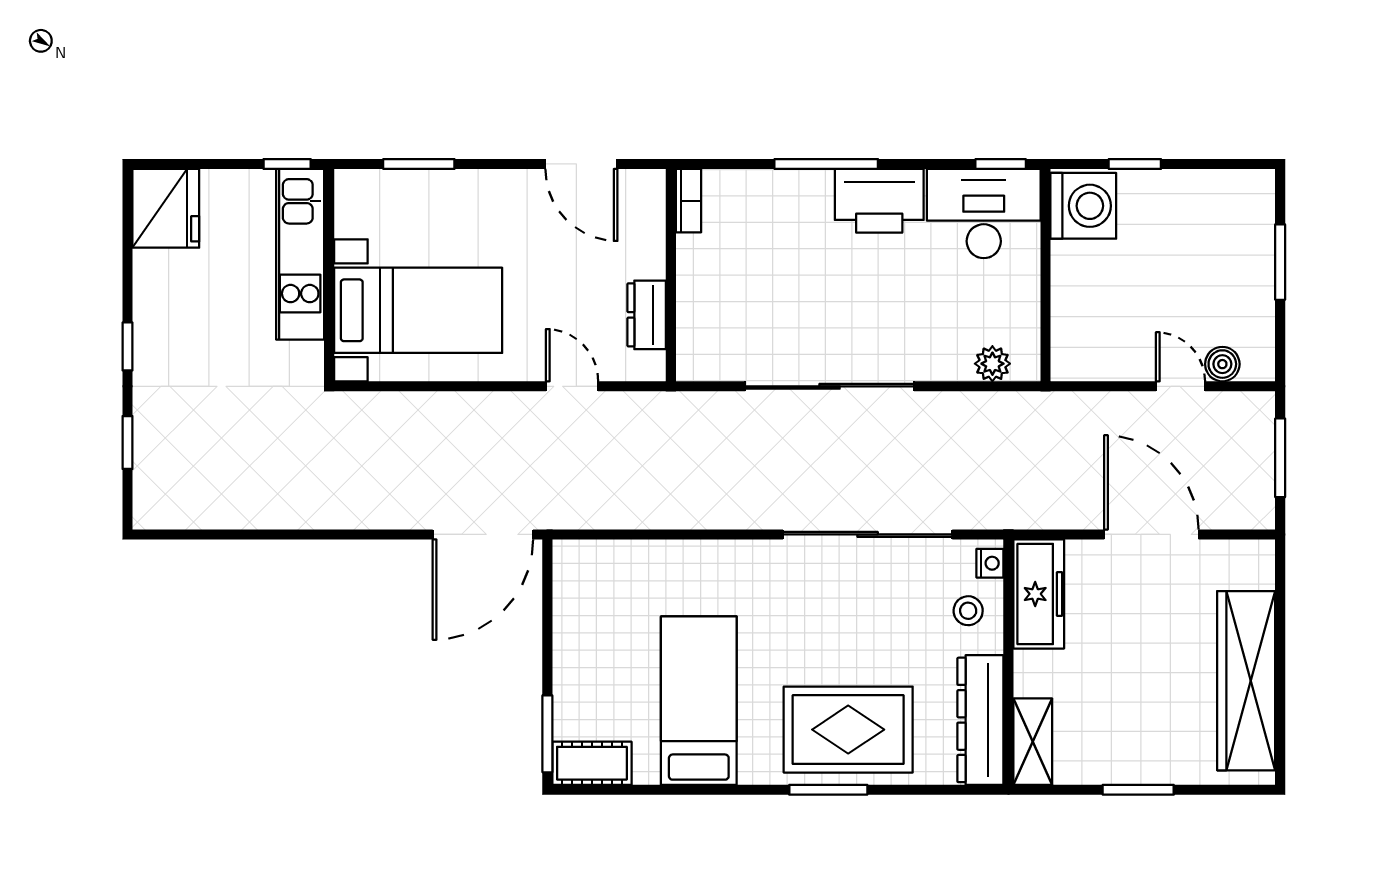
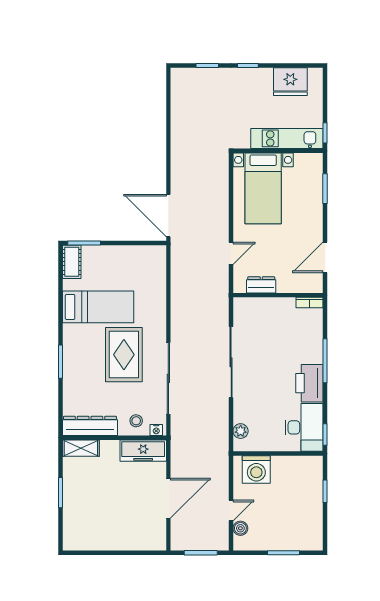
washing machine: (1083, 206) -> (256, 469), moved
fridge: (166, 208) -> (290, 82), moved
wardrobe: (1246, 681) -> (107, 538), removed
rug: (848, 730) -> (124, 355), moved

